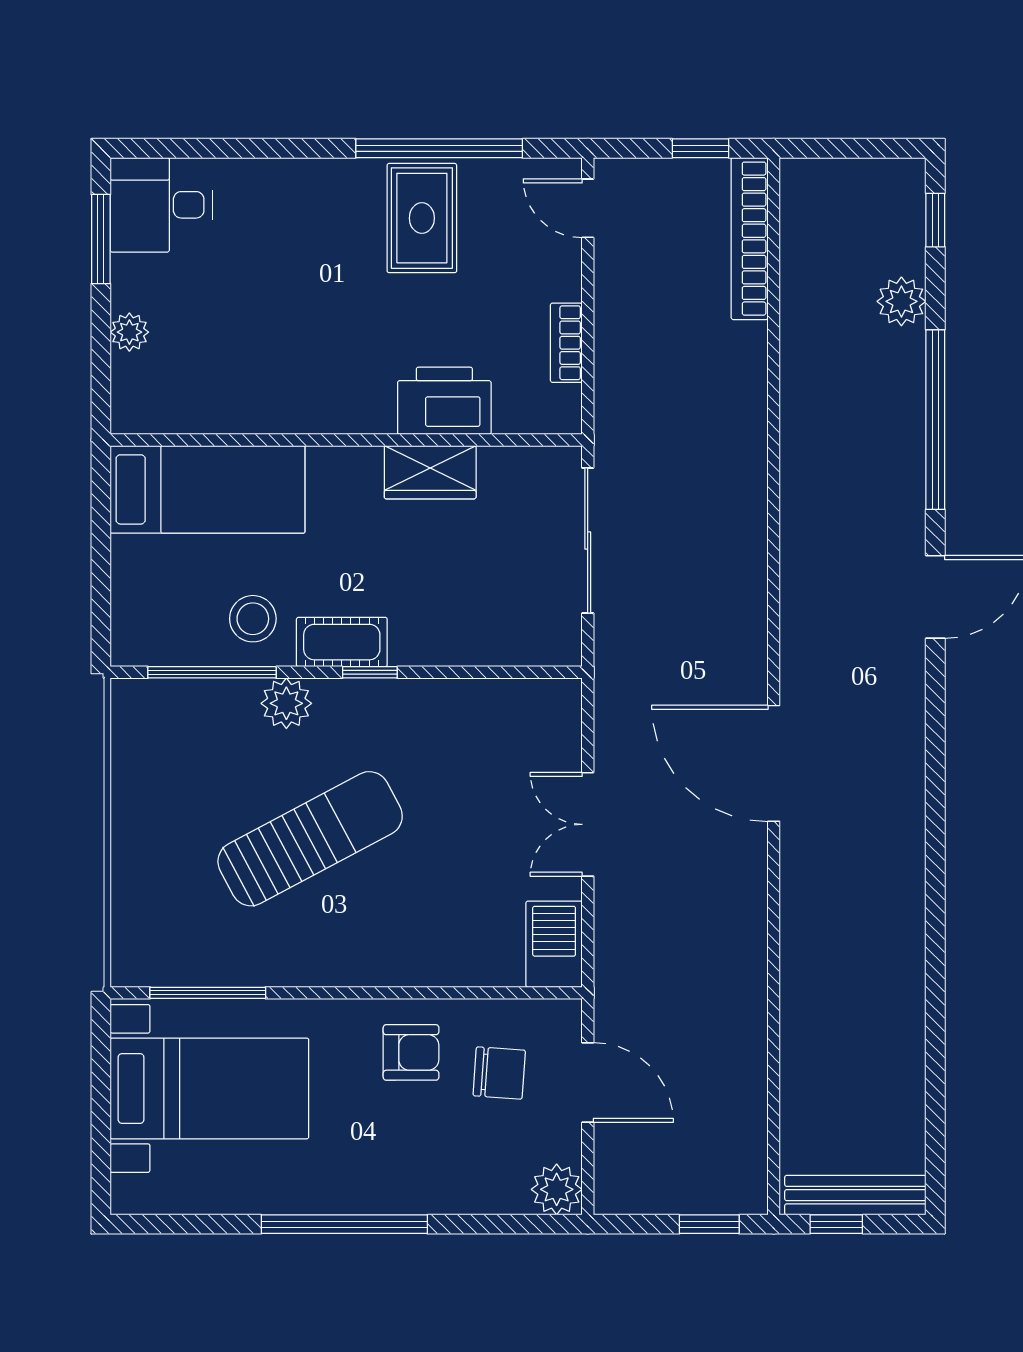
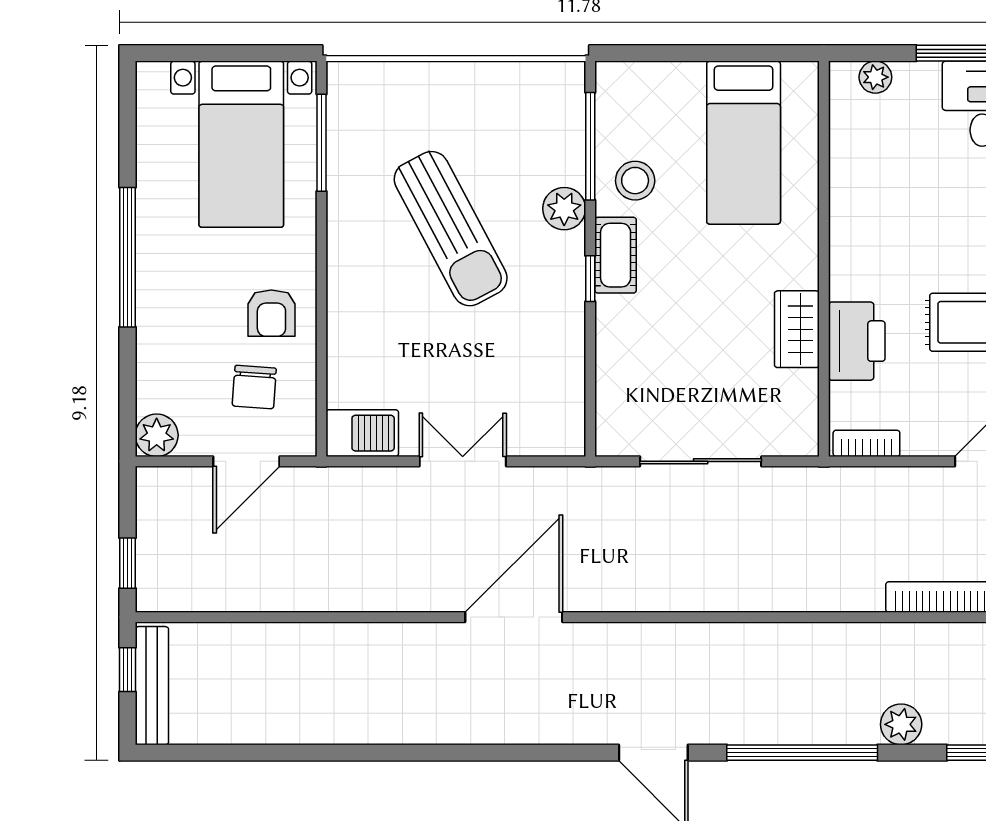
printer: (444, 401) -> (857, 341), moved
wall: (346, 440) -> (824, 259), moved
wardrobe: (430, 472) -> (797, 329), moved

